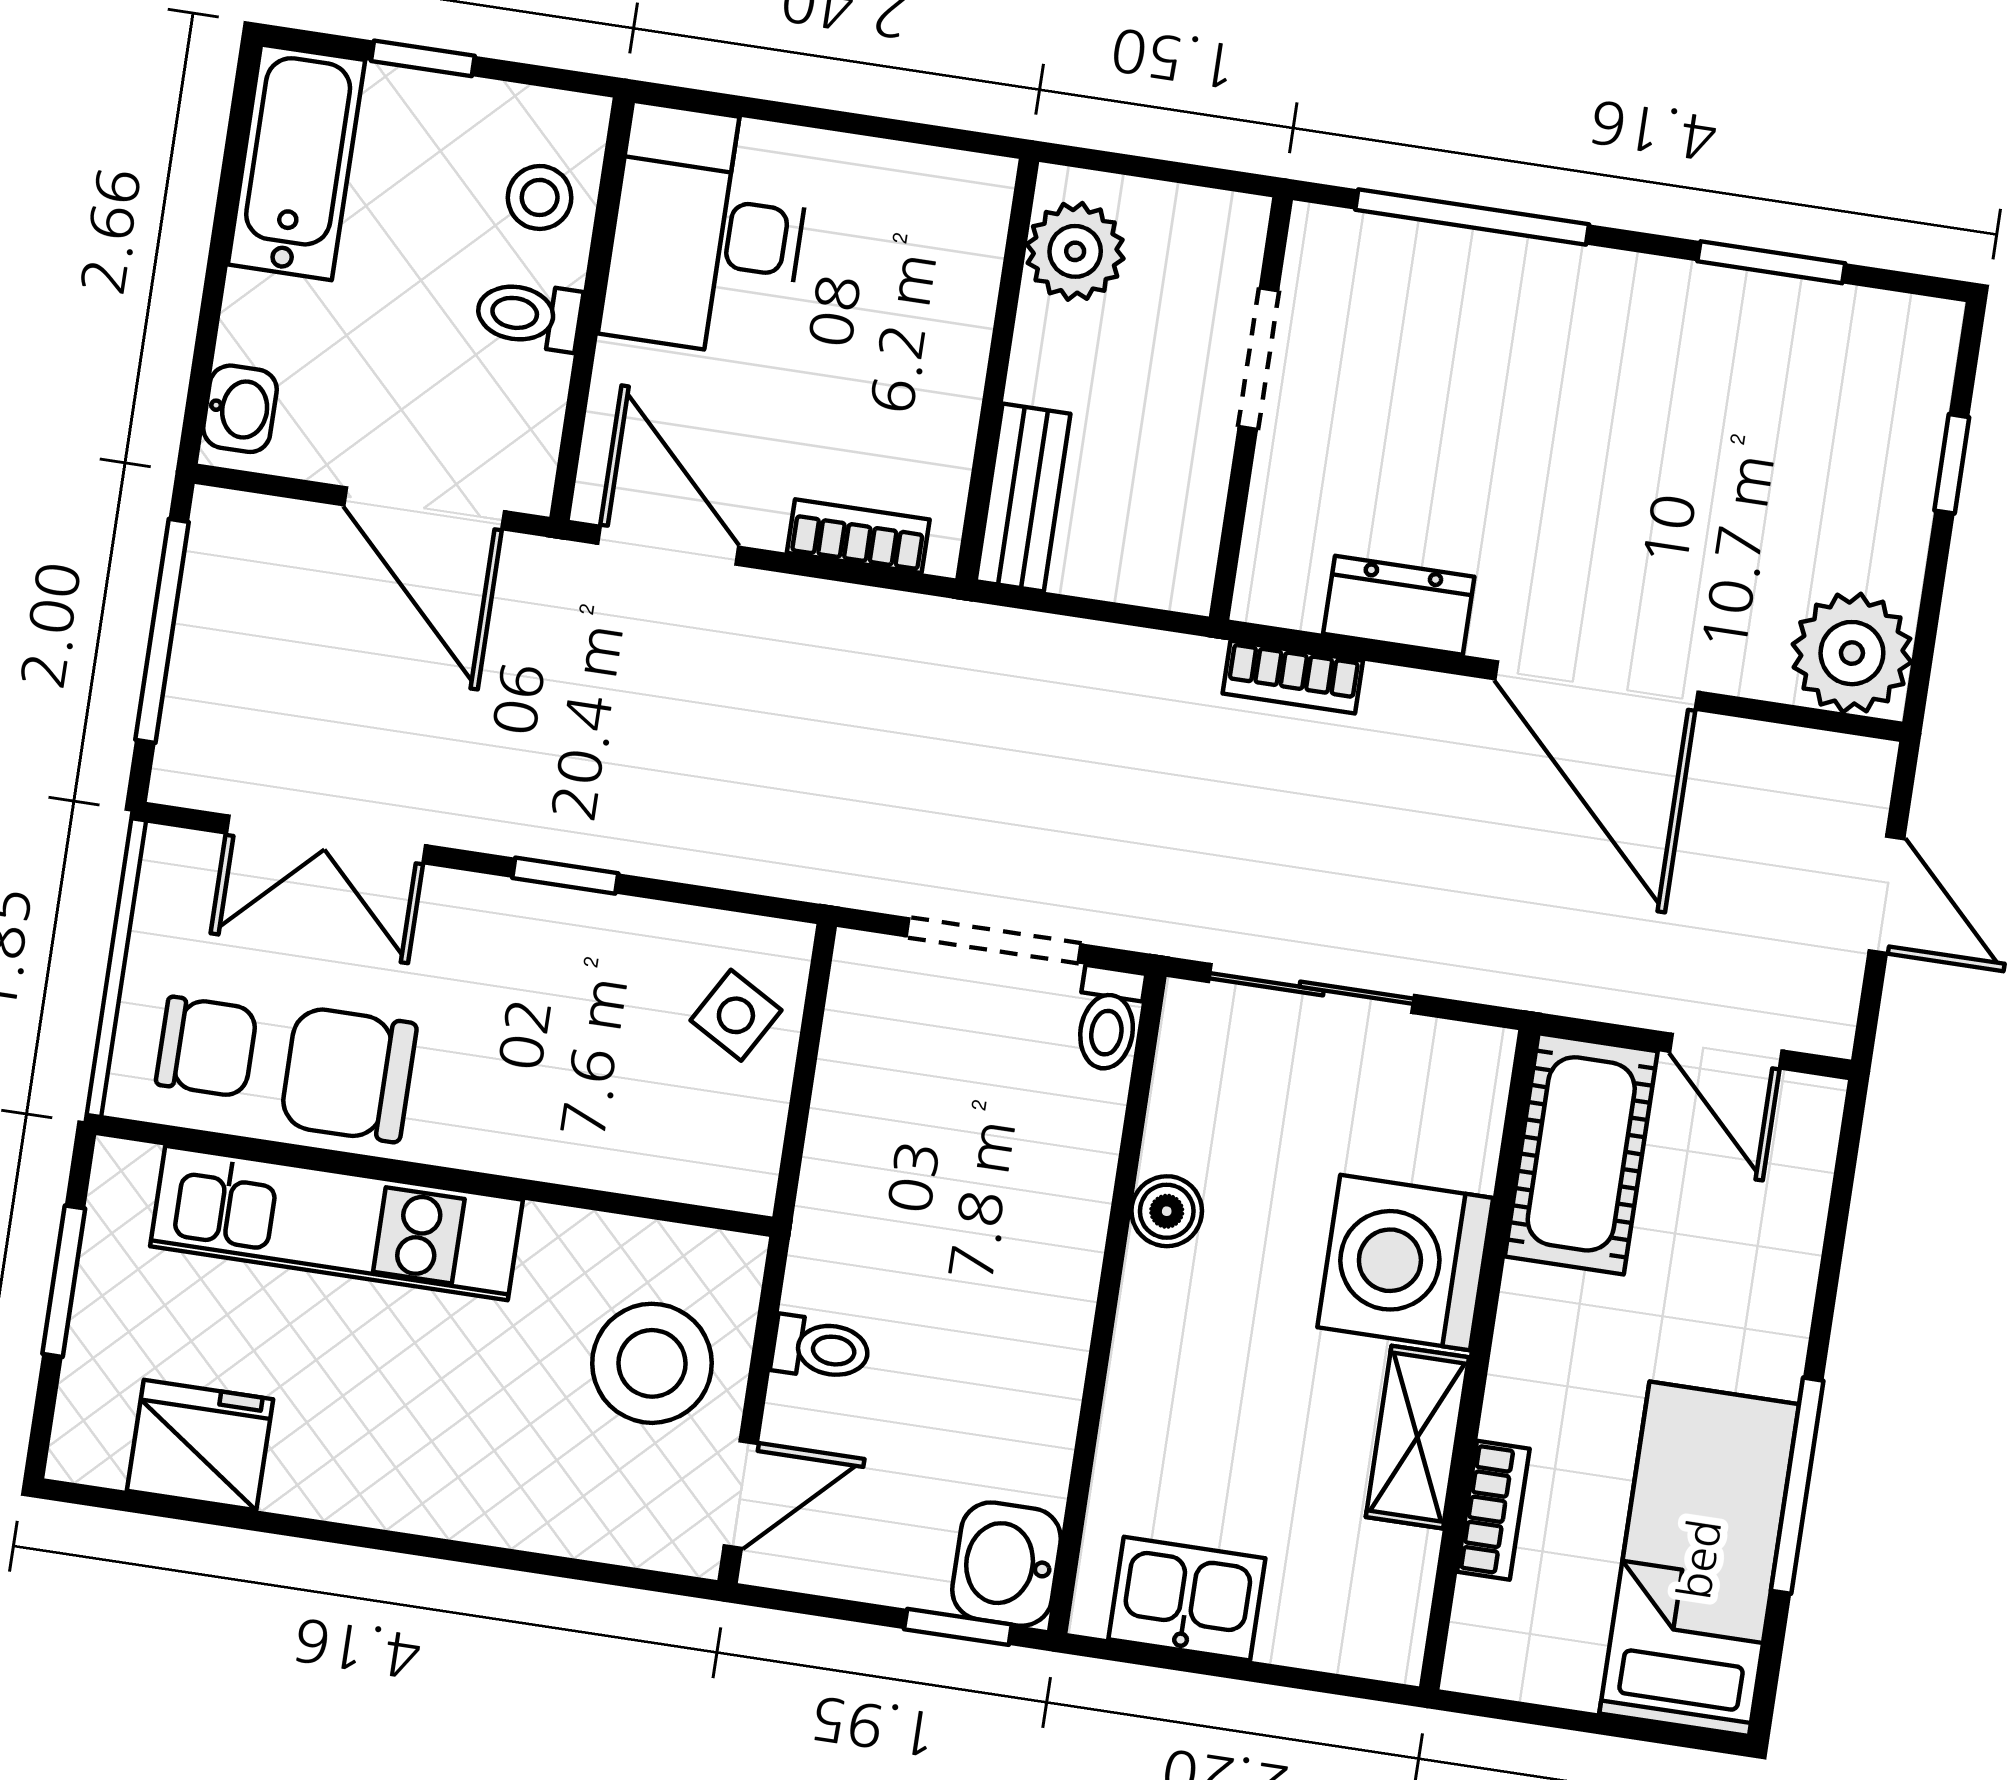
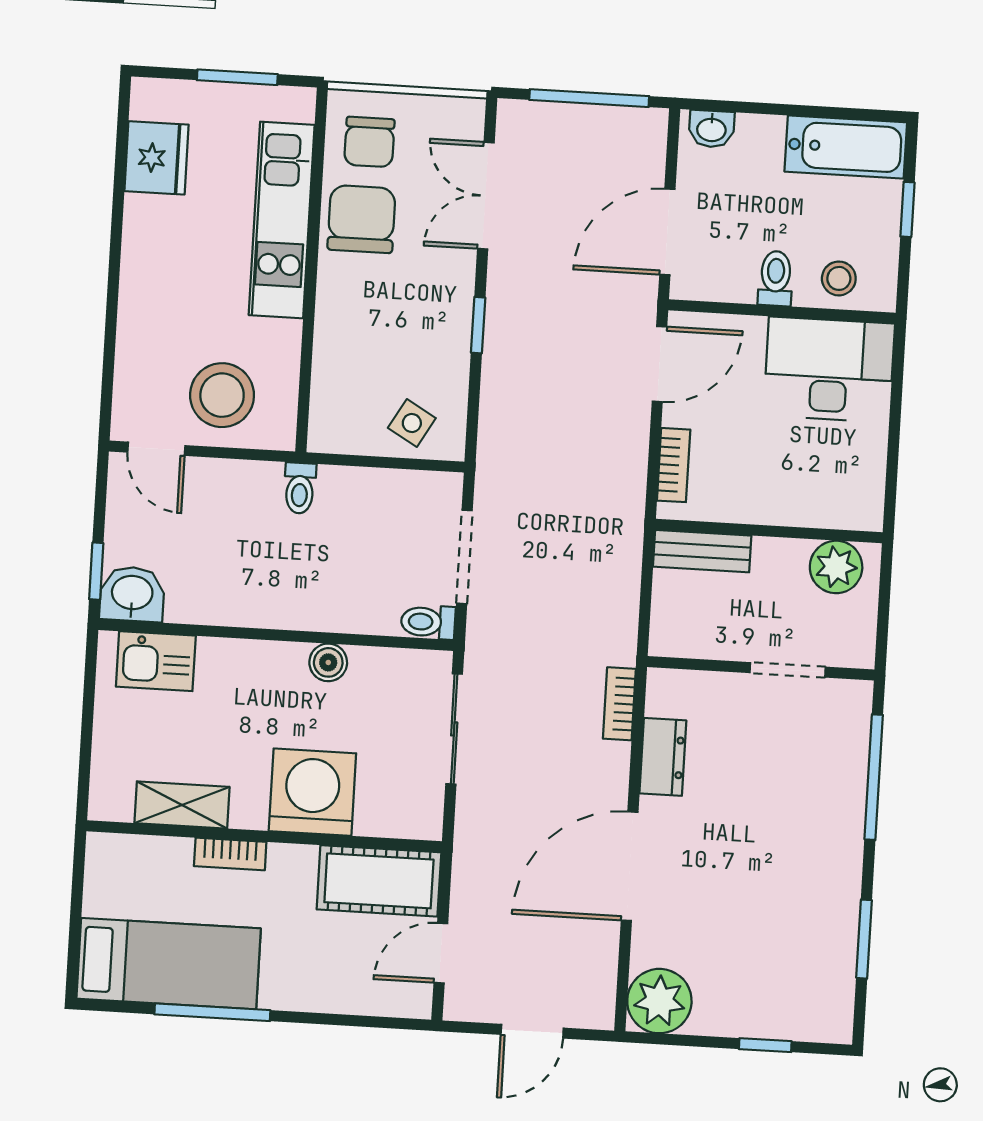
toilet: (821, 1349) -> (300, 488), moved
shelving: (1417, 1437) -> (182, 805), moved
bookcase: (1493, 1510) -> (230, 854), moved
kitchen sink: (1187, 1599) -> (156, 661), moved, turned 90

